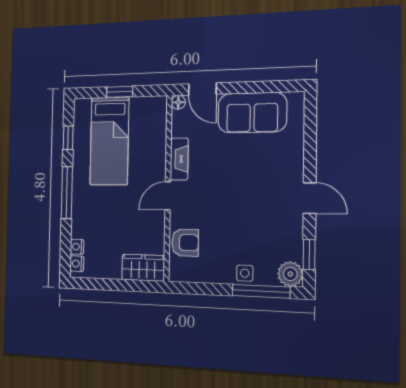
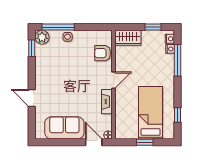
window: (67, 193) -> (177, 60), moved
door: (310, 198) -> (32, 98), moved
window: (103, 284) -> (153, 27), added

